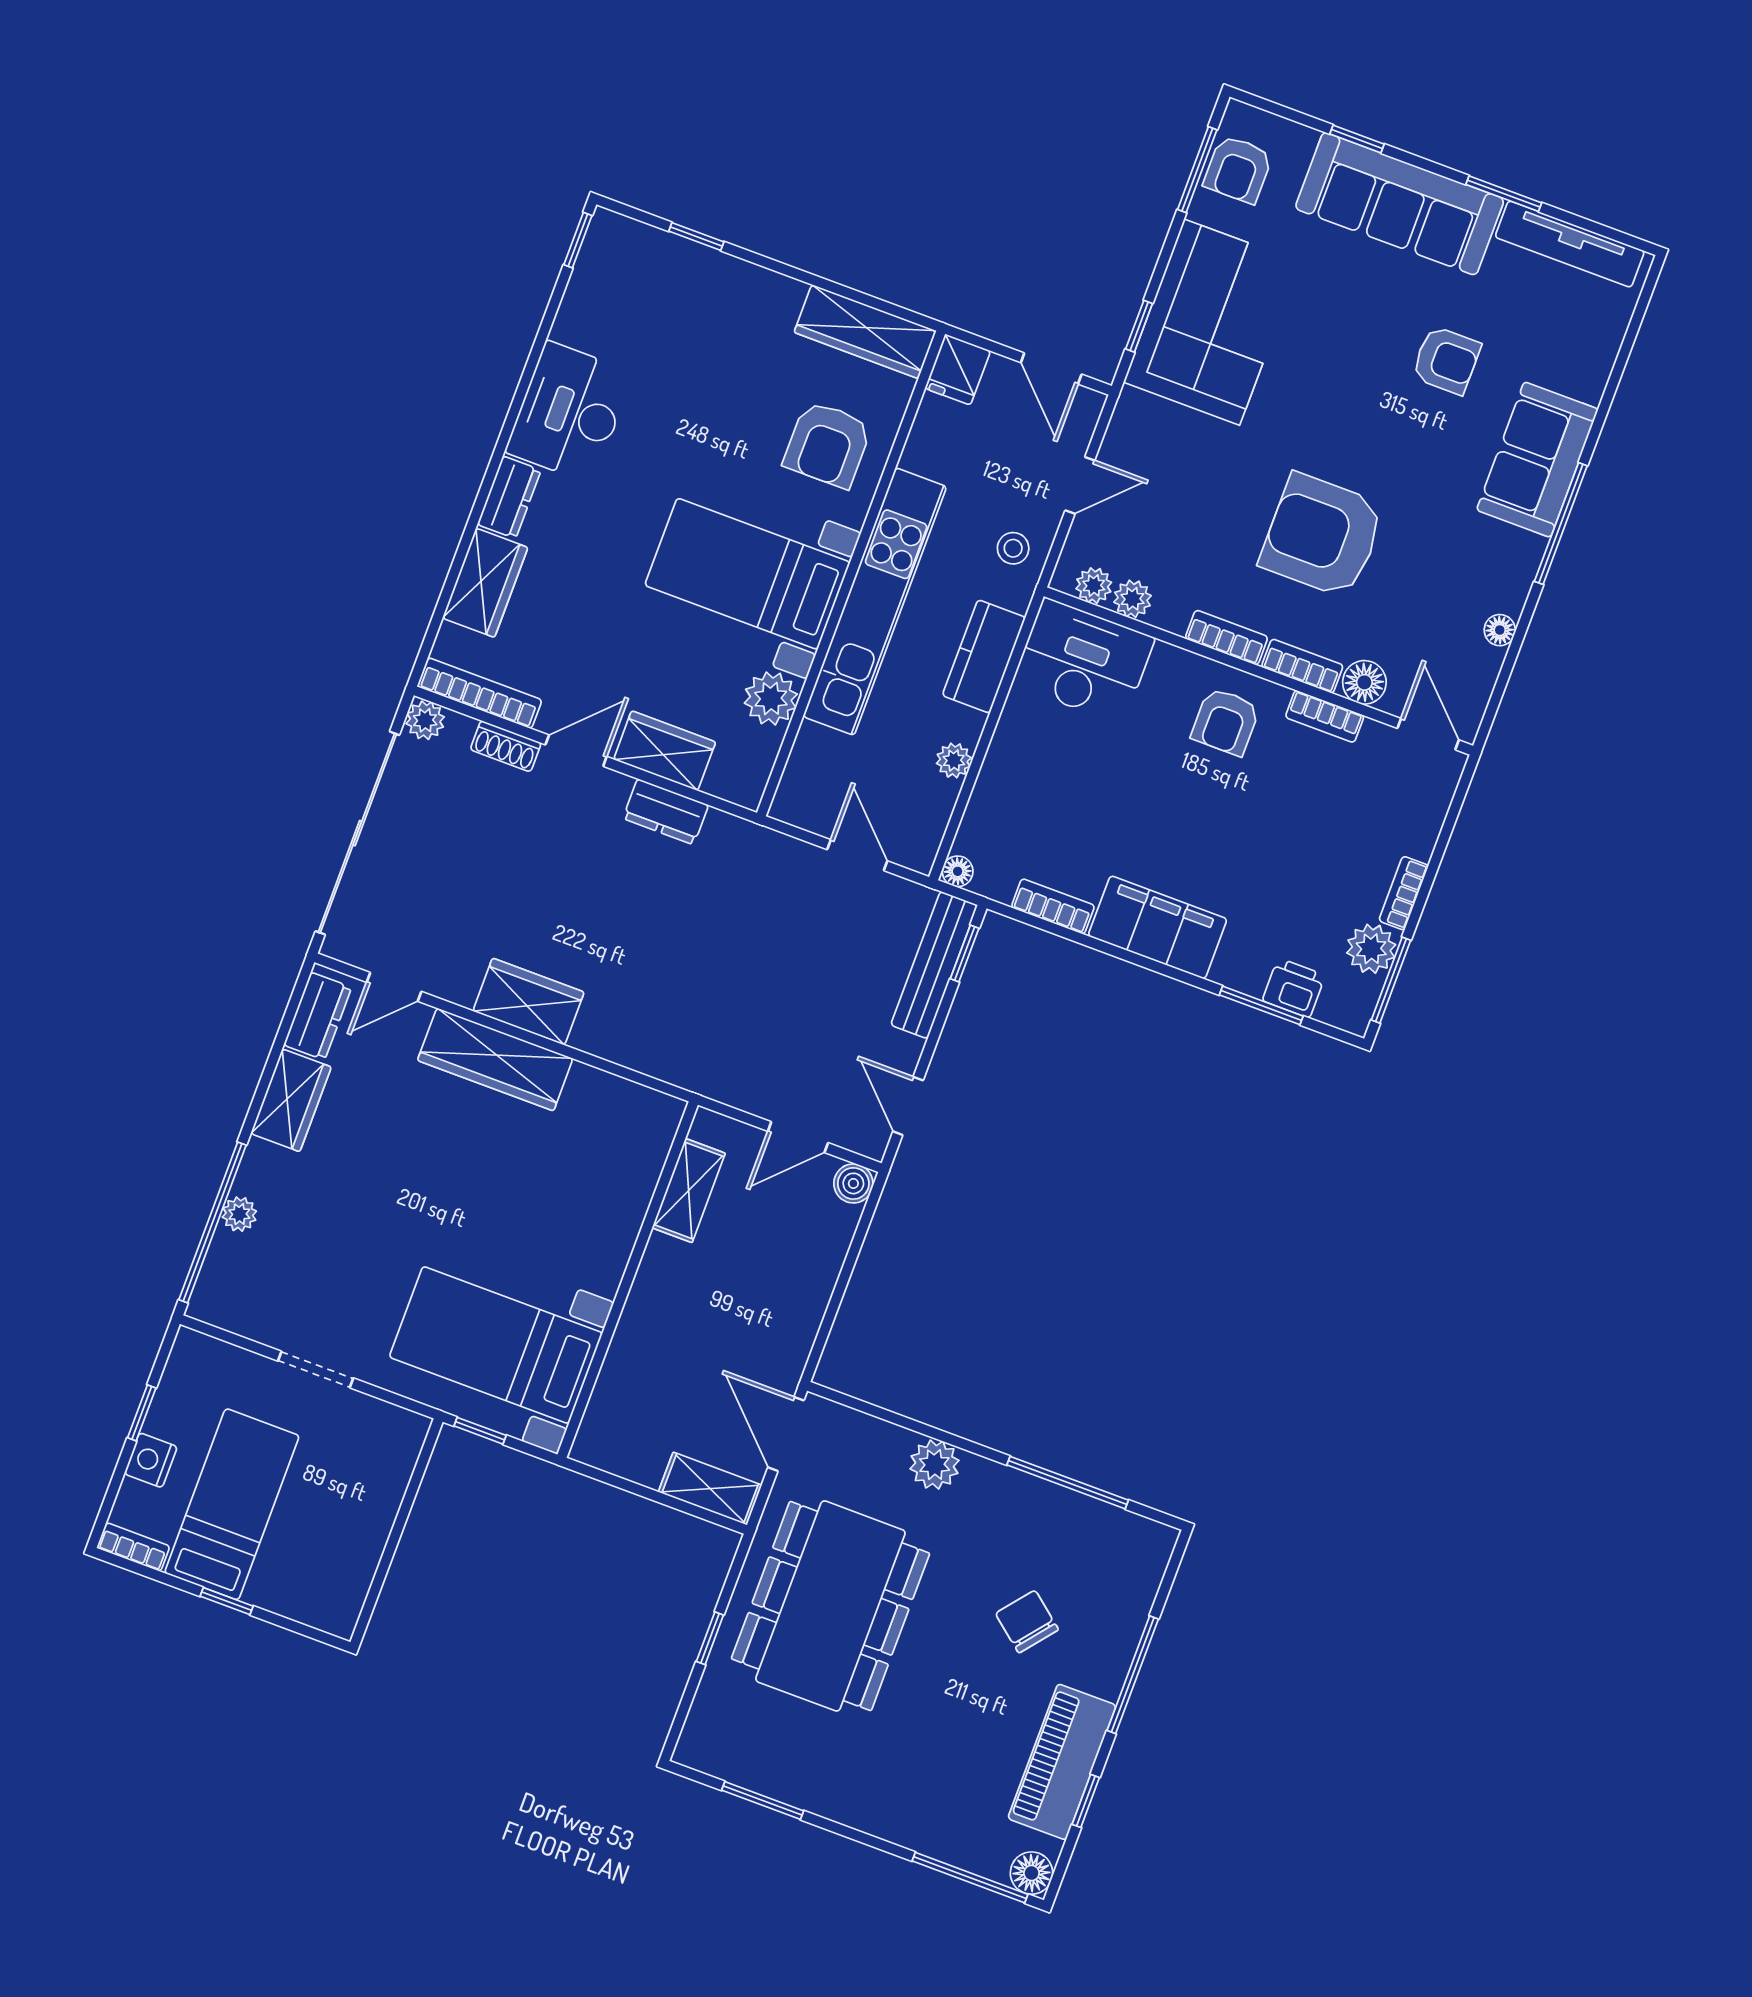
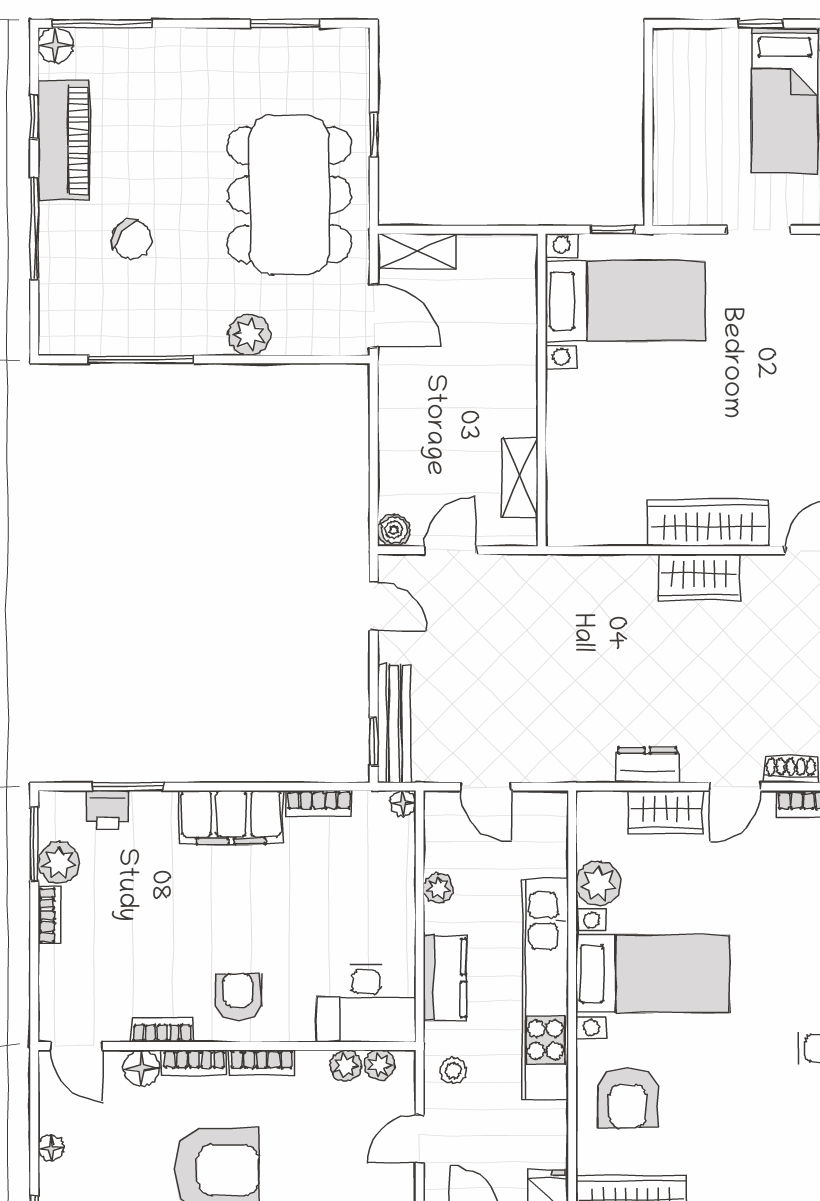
armchair: (828, 444) -> (628, 1098), turned 180

